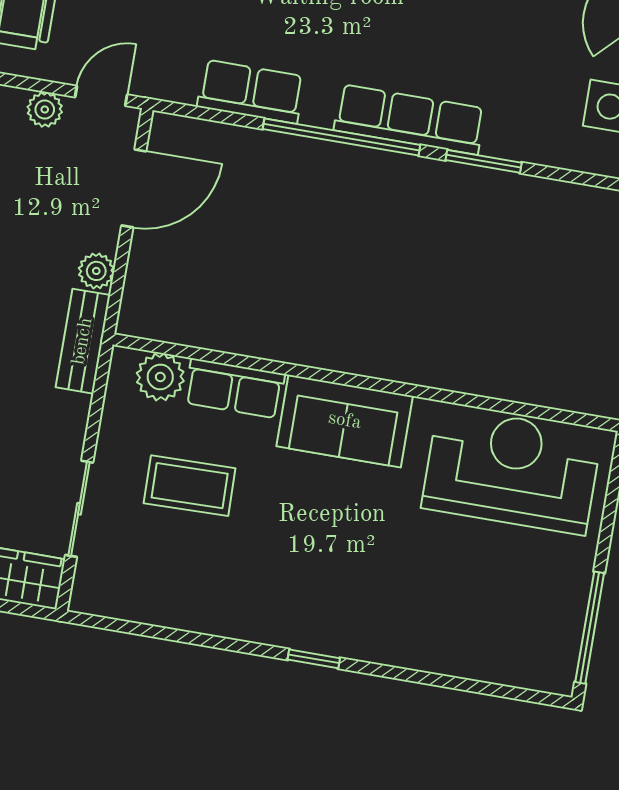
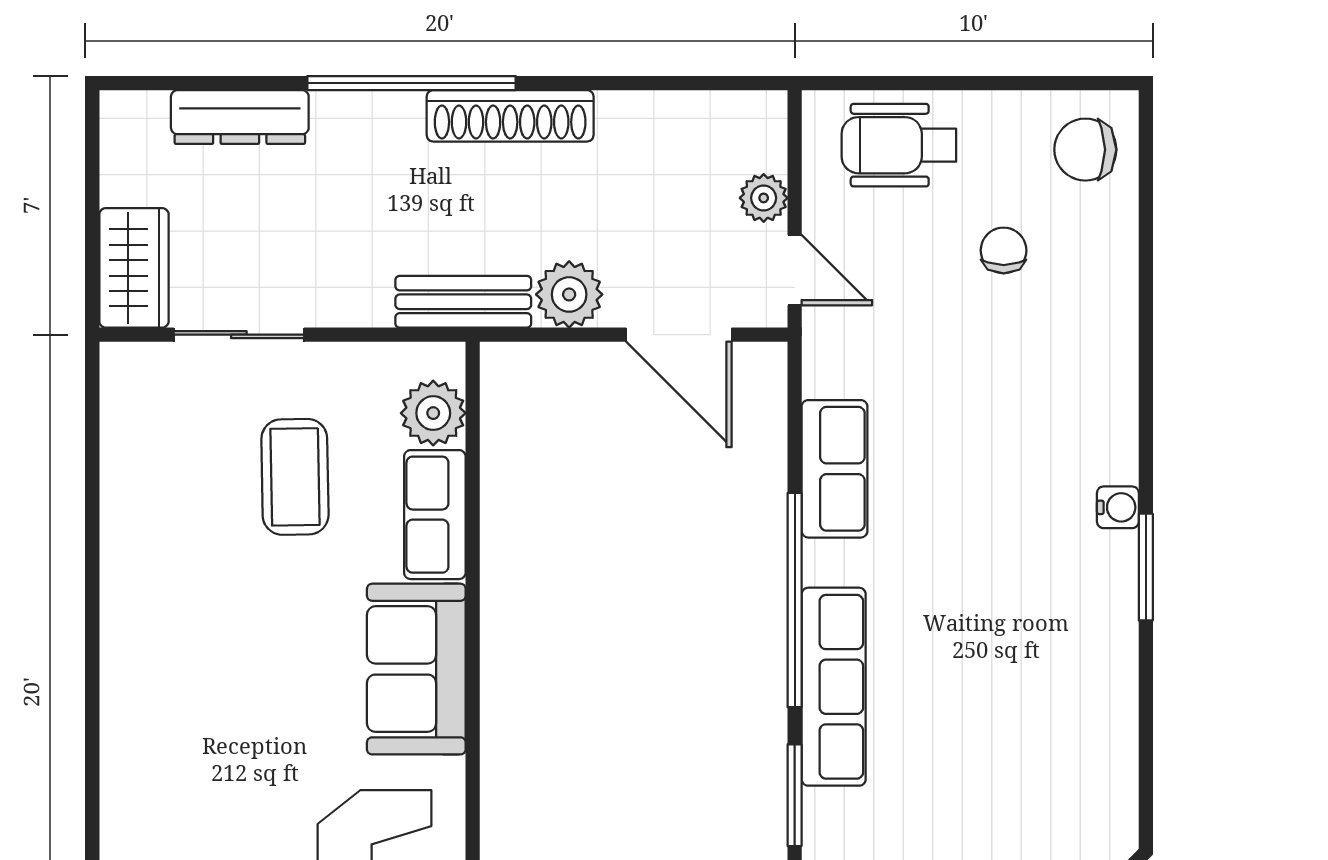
plant: (96, 271) -> (569, 294), width x1.38, depth x1.38
window: (314, 659) -> (92, 682), removed

